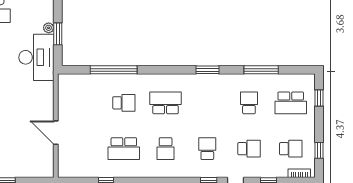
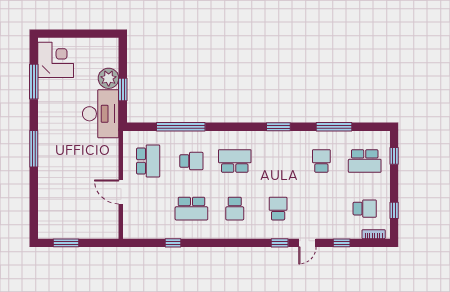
plant: (49, 28) -> (109, 78), width x1.88, depth x1.88
school desk: (249, 149) -> (148, 161), moved, width x1.85

